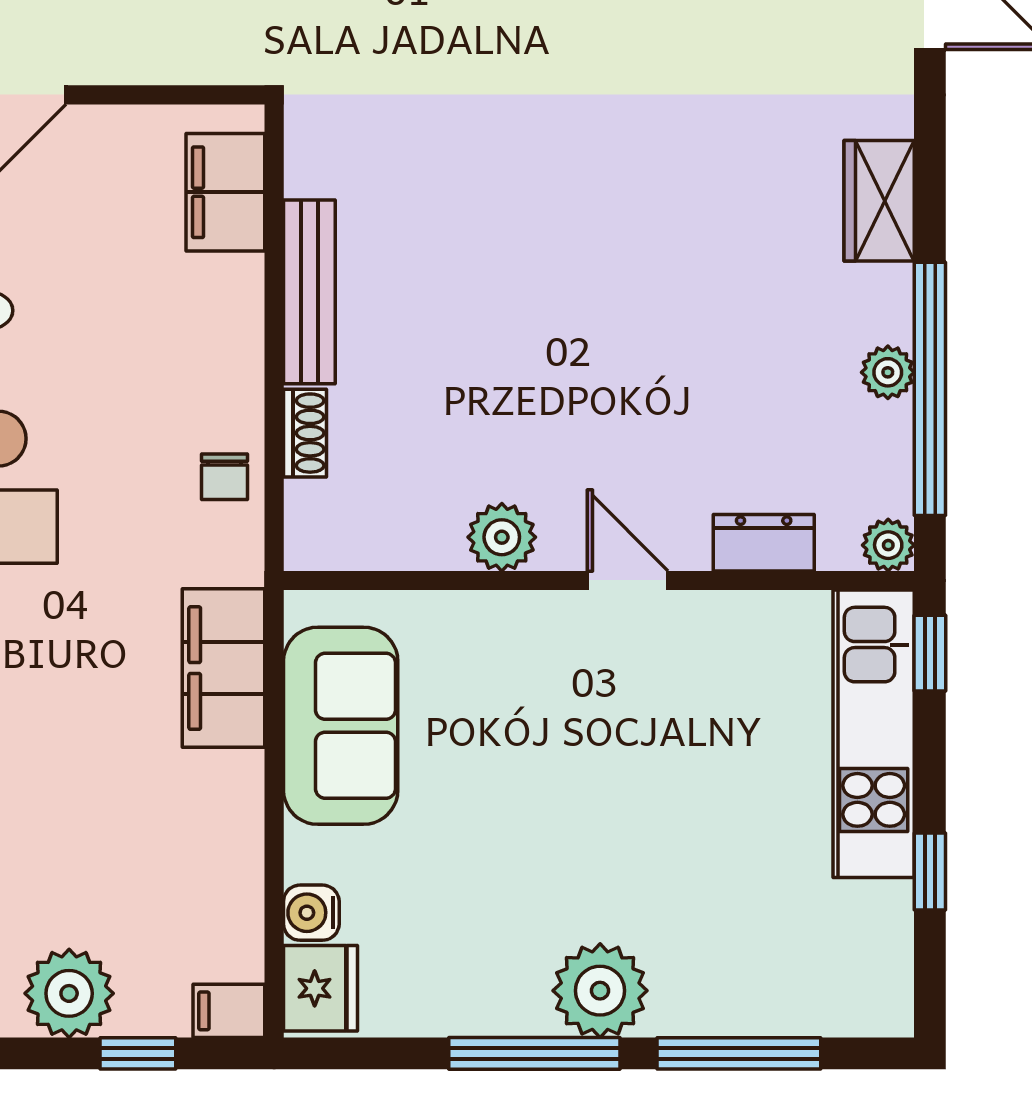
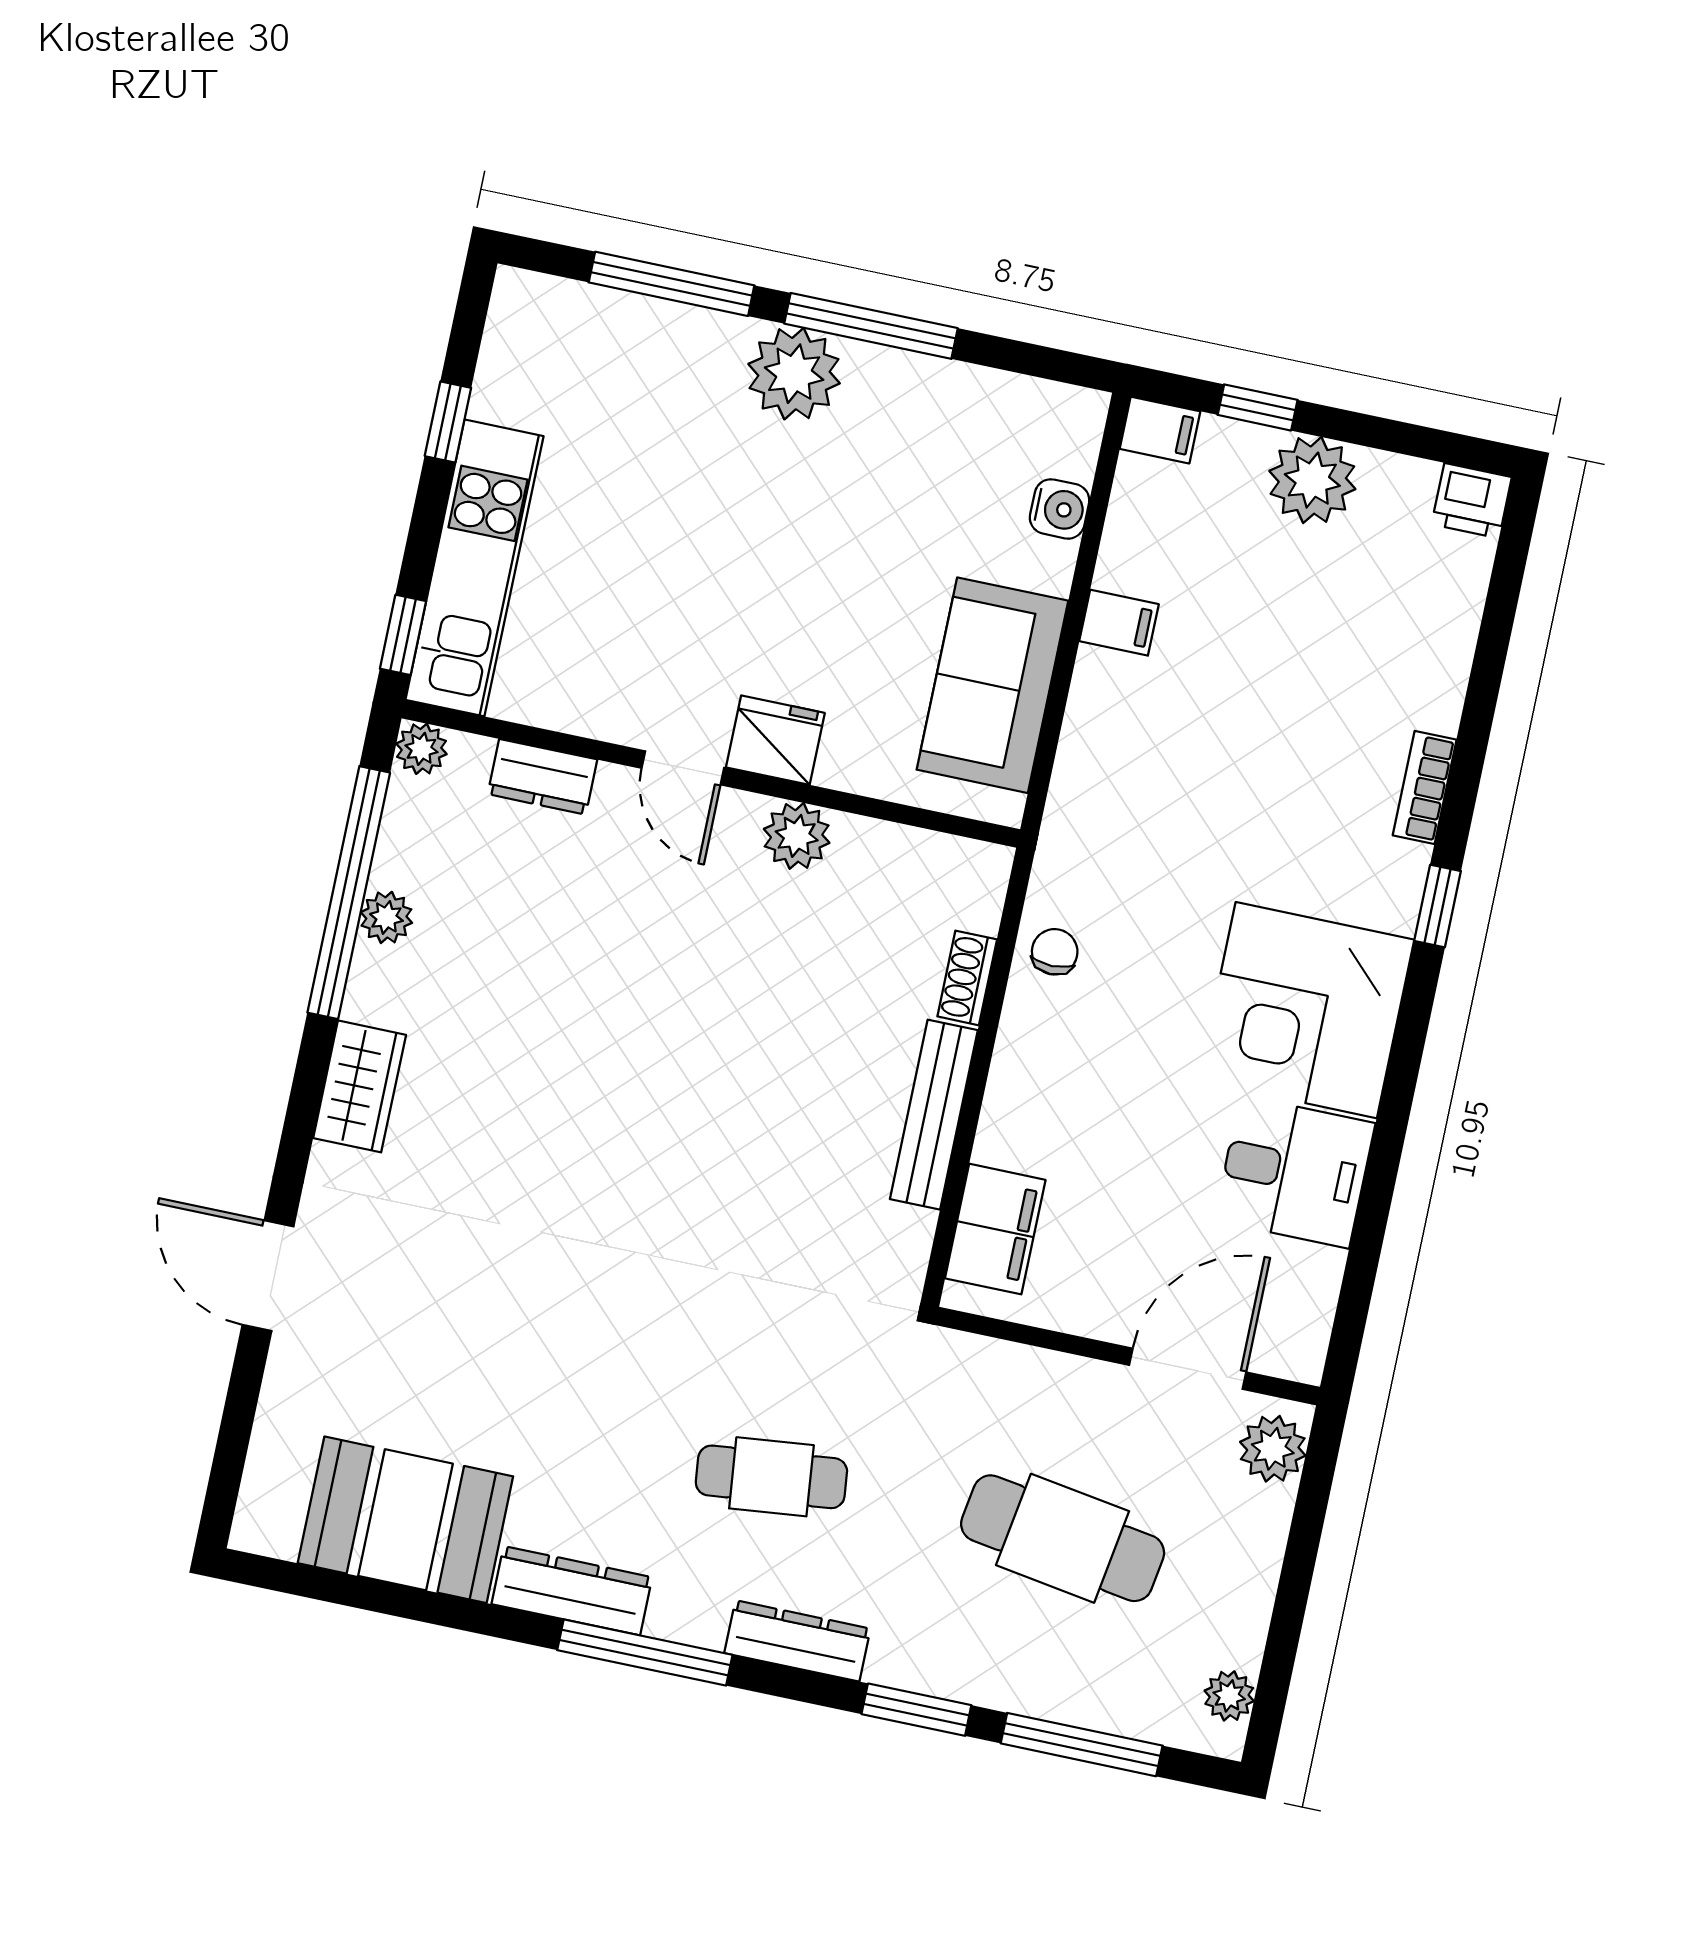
filing cabinet: (224, 668) -> (1119, 623), moved, width x0.33, depth x0.86
fridge: (321, 988) -> (775, 740), moved, turned 90

